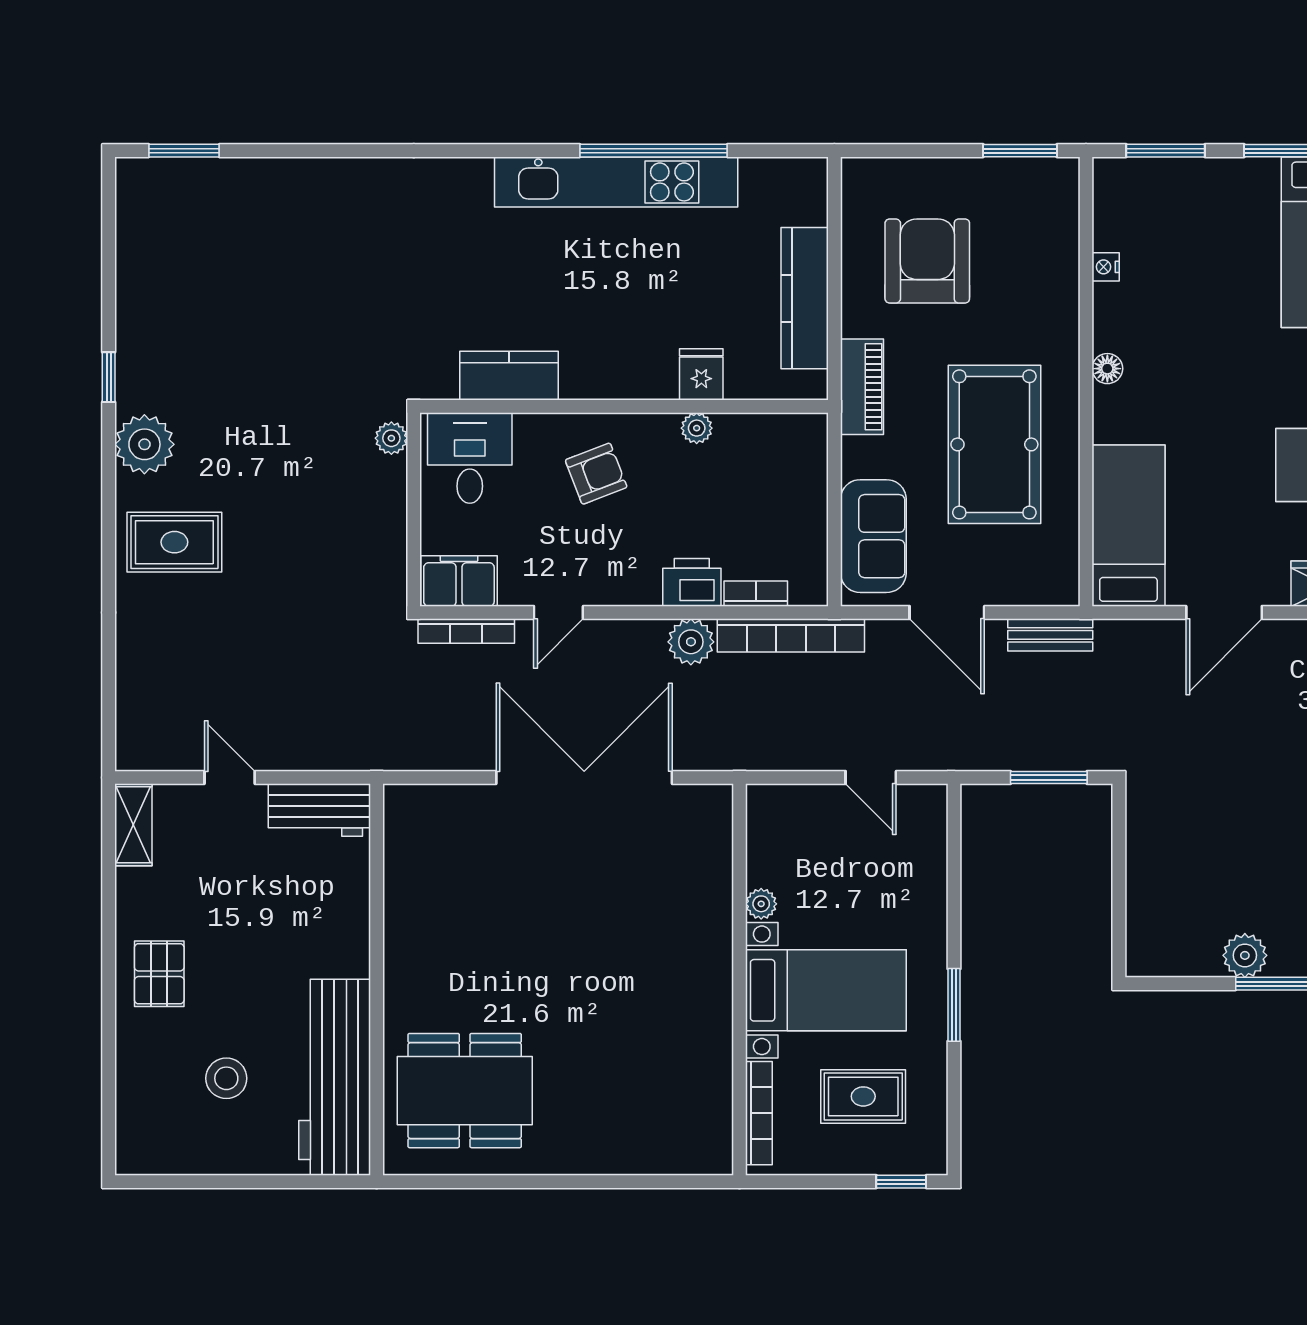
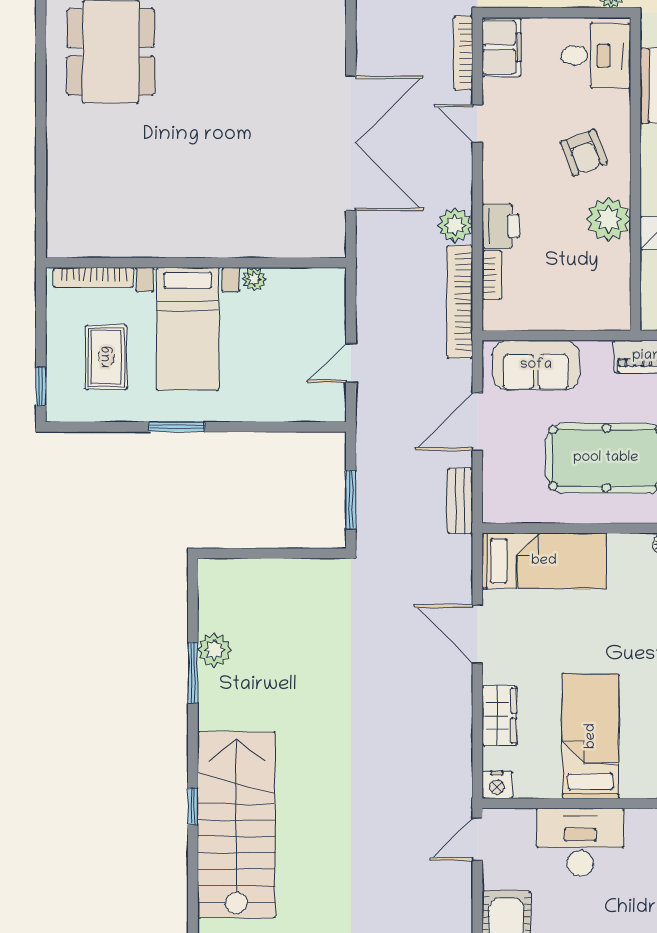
plant: (697, 428) -> (608, 219), width x1.88, depth x1.88

